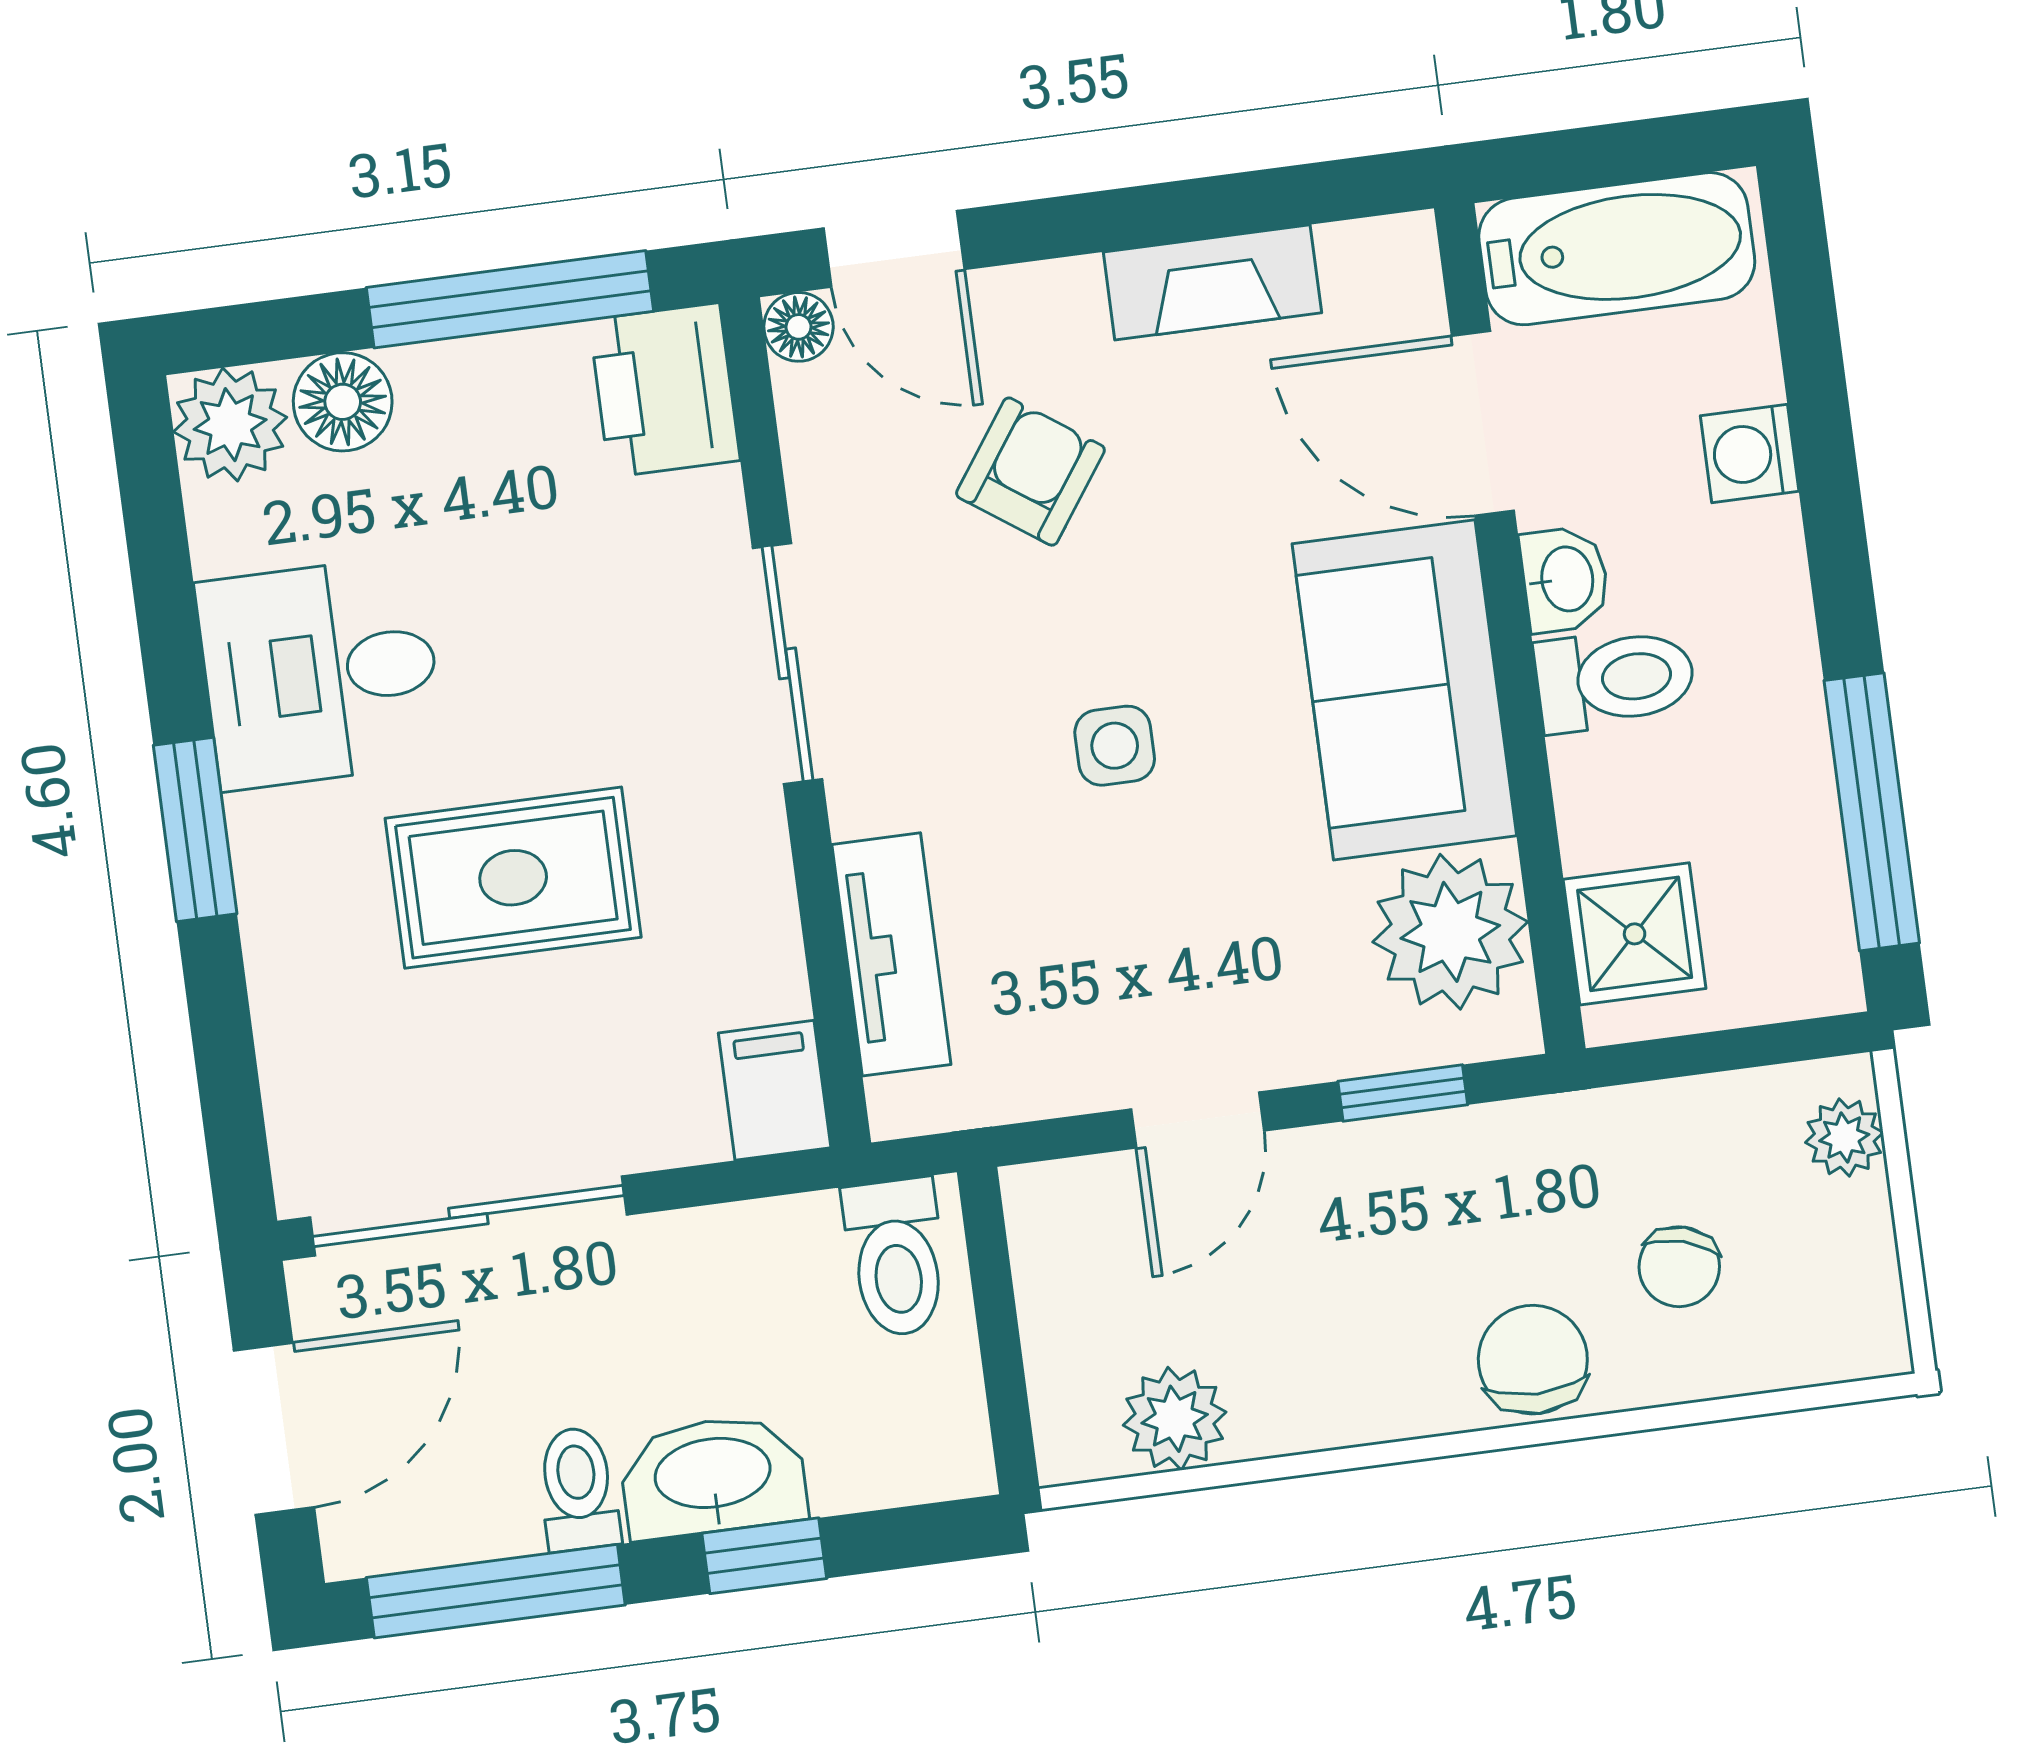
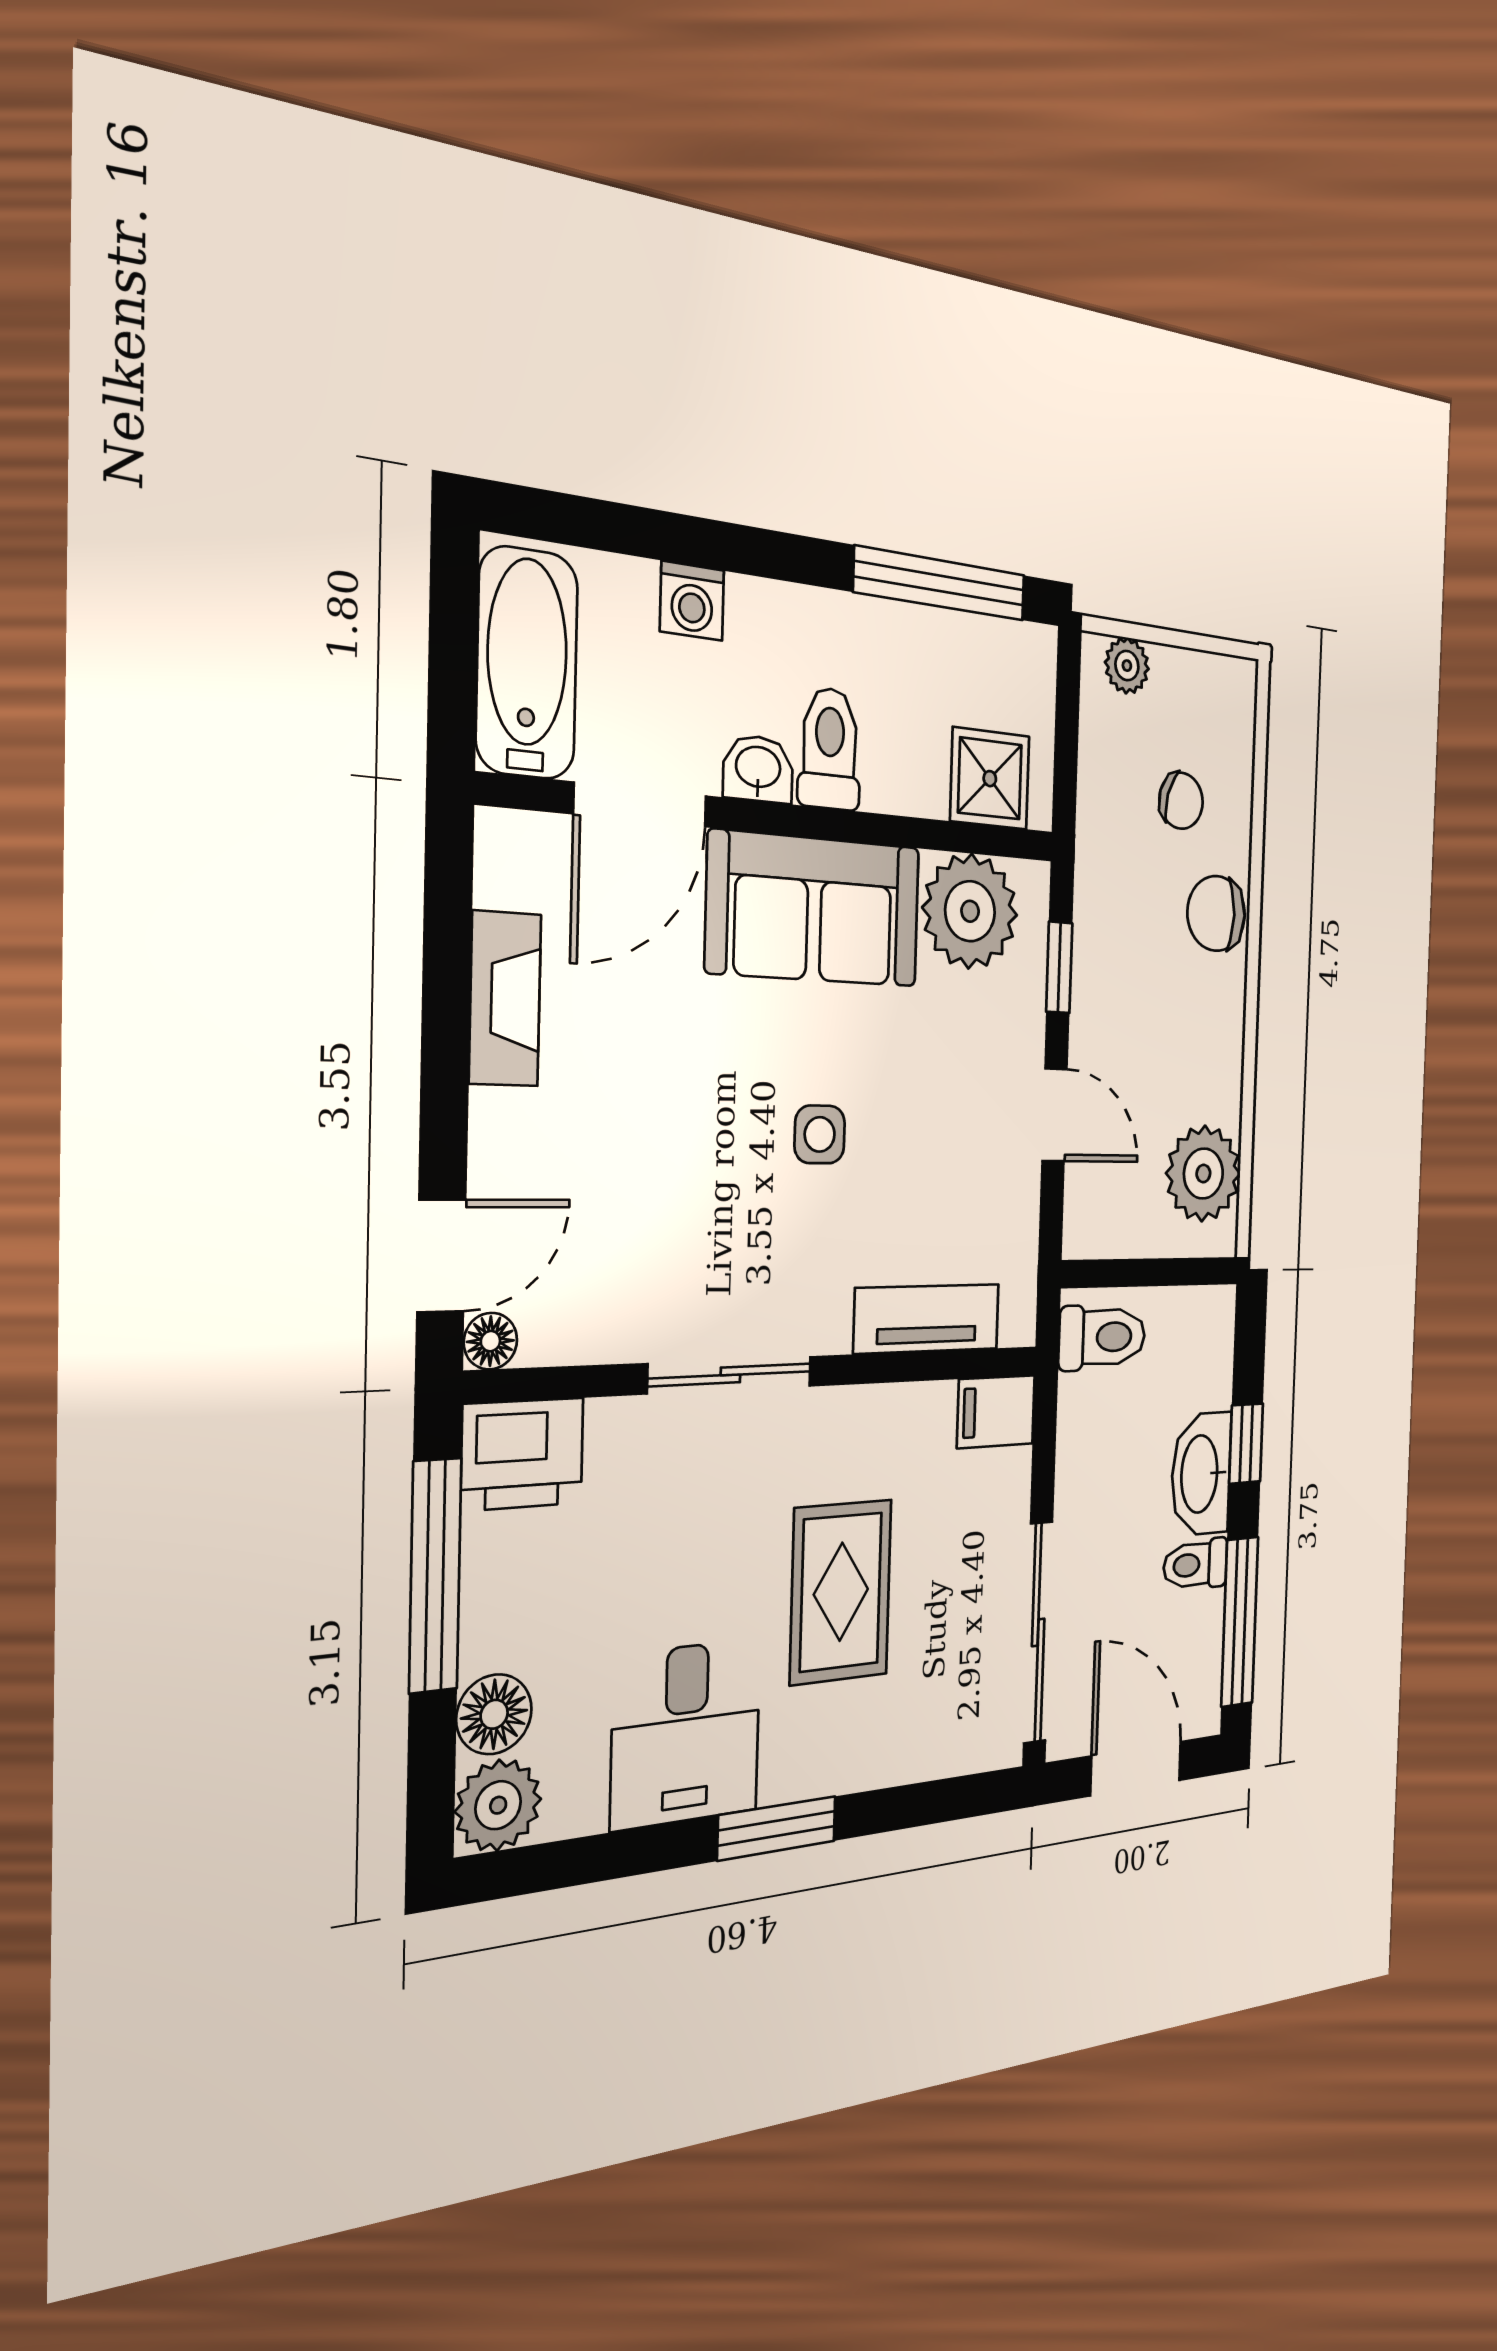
armchair: (1030, 472) -> (624, 1169), removed
plant: (1175, 1419) -> (1203, 1174), width x1.36, depth x1.36

